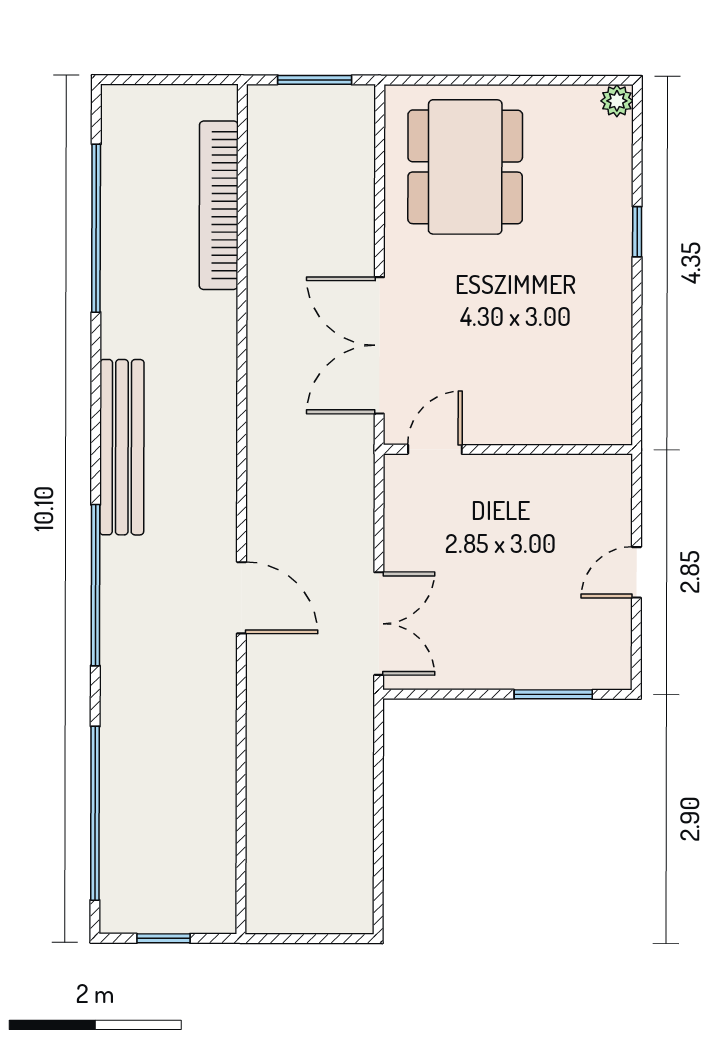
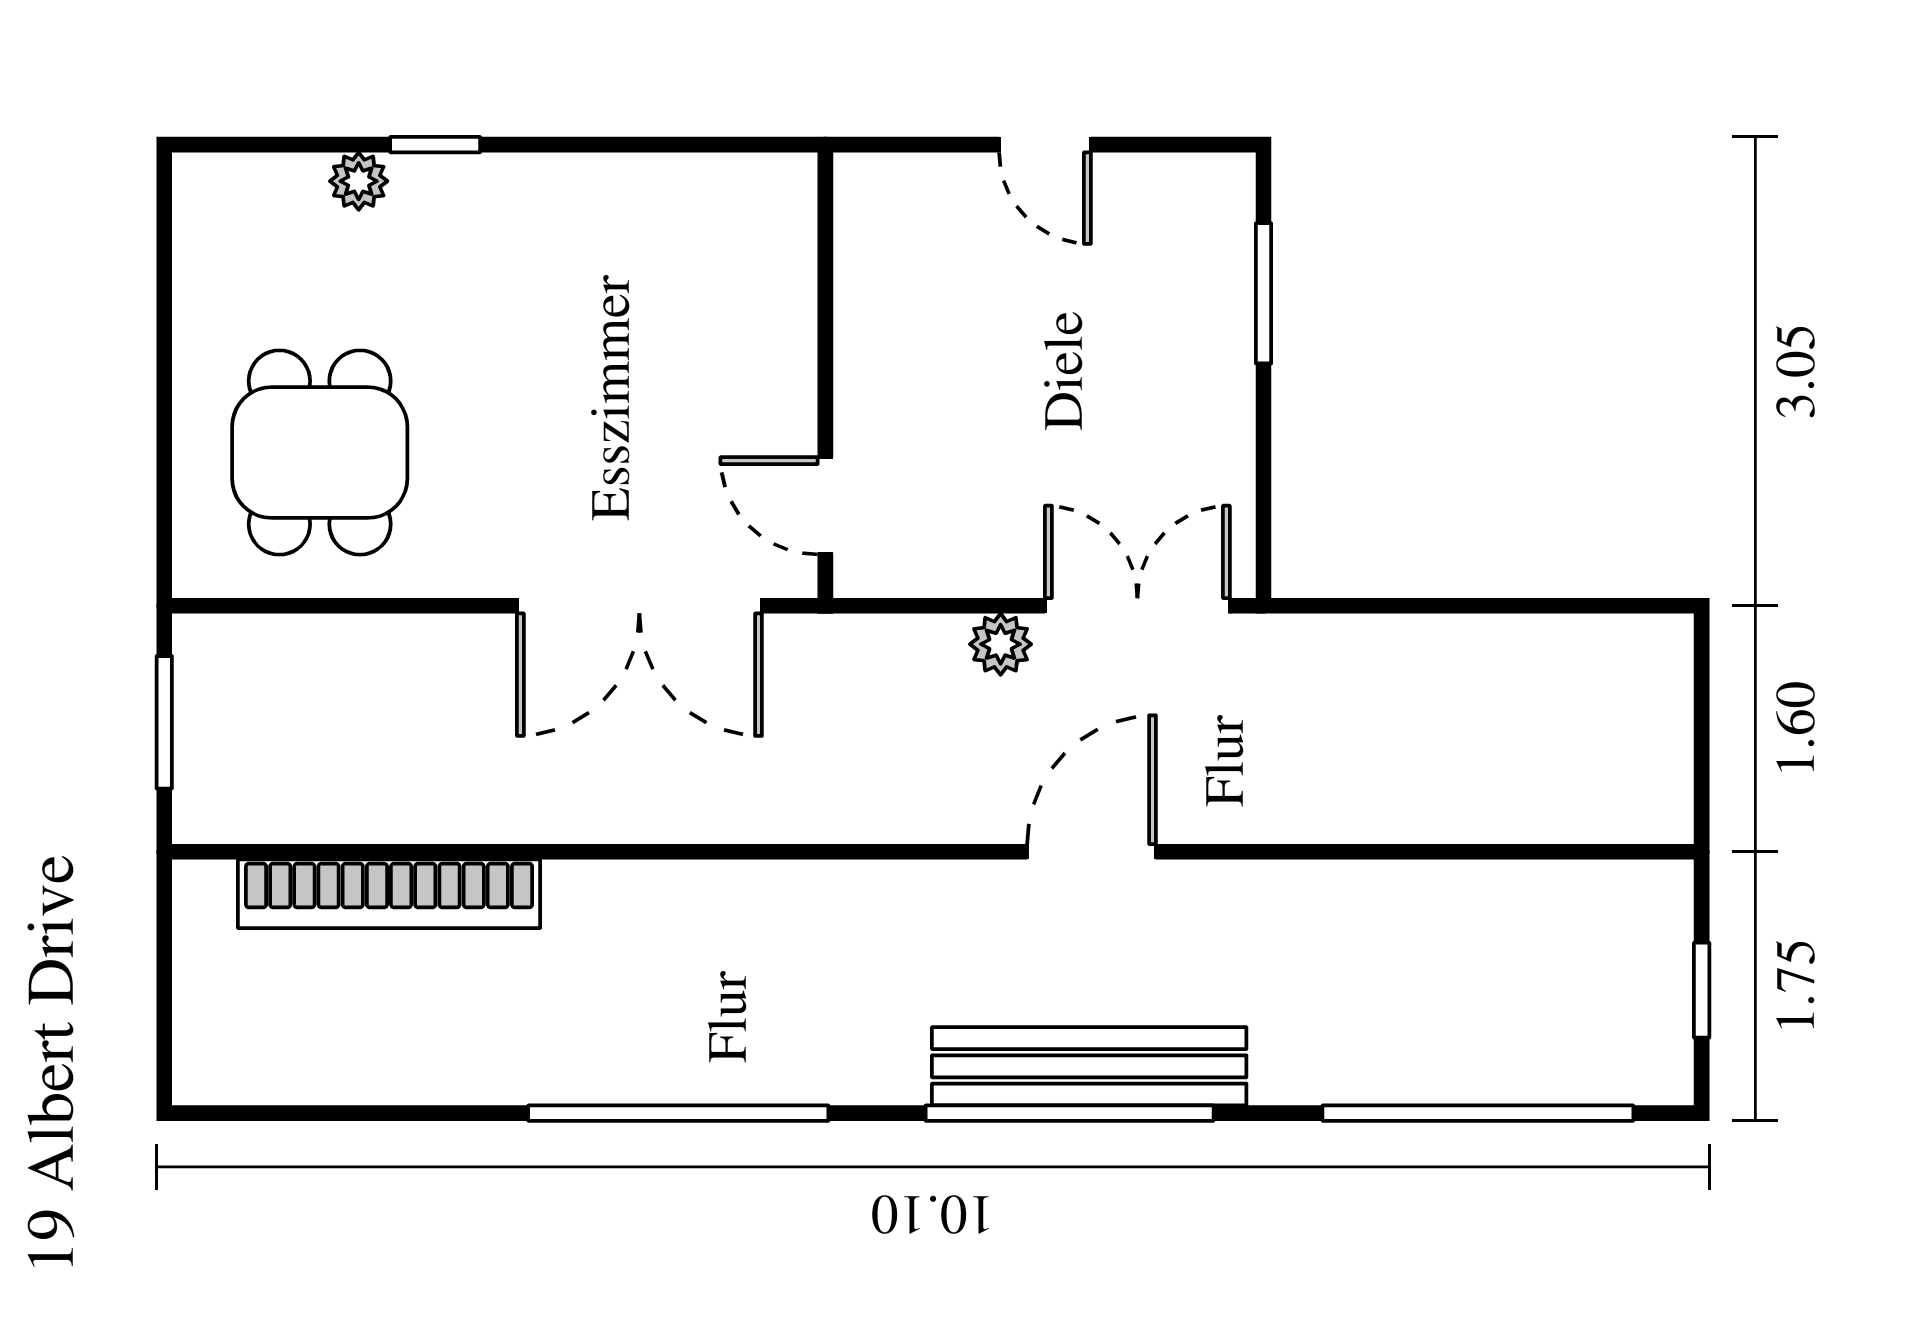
plant: (617, 101) -> (359, 181), moved
dining table: (465, 167) -> (320, 453), width x0.73
window: (96, 228) -> (678, 1113), moved
bench: (122, 447) -> (1089, 1066), moved
plant: (357, 547) -> (1001, 644), added

